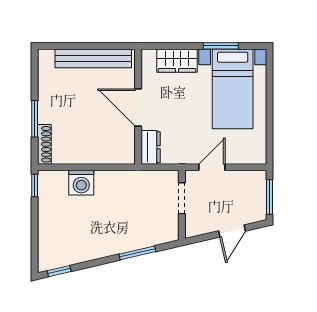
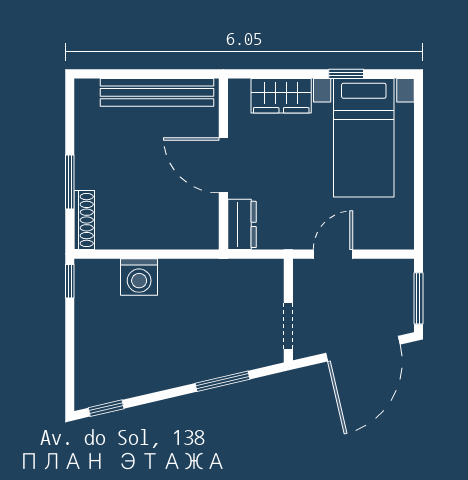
window: (221, 46) -> (346, 74), width x0.67
doorway: (182, 198) -> (288, 326), moved
door: (232, 231) -> (363, 349), width x1.87

